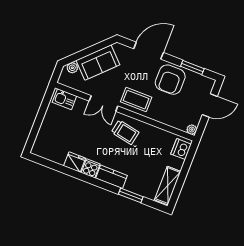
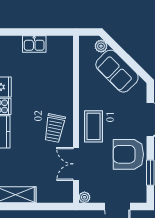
kitchen sink: (64, 99) -> (34, 44), moved, turned -90
double door: (103, 104) -> (76, 164), moved
dishwasher: (181, 149) -> (60, 194), removed

